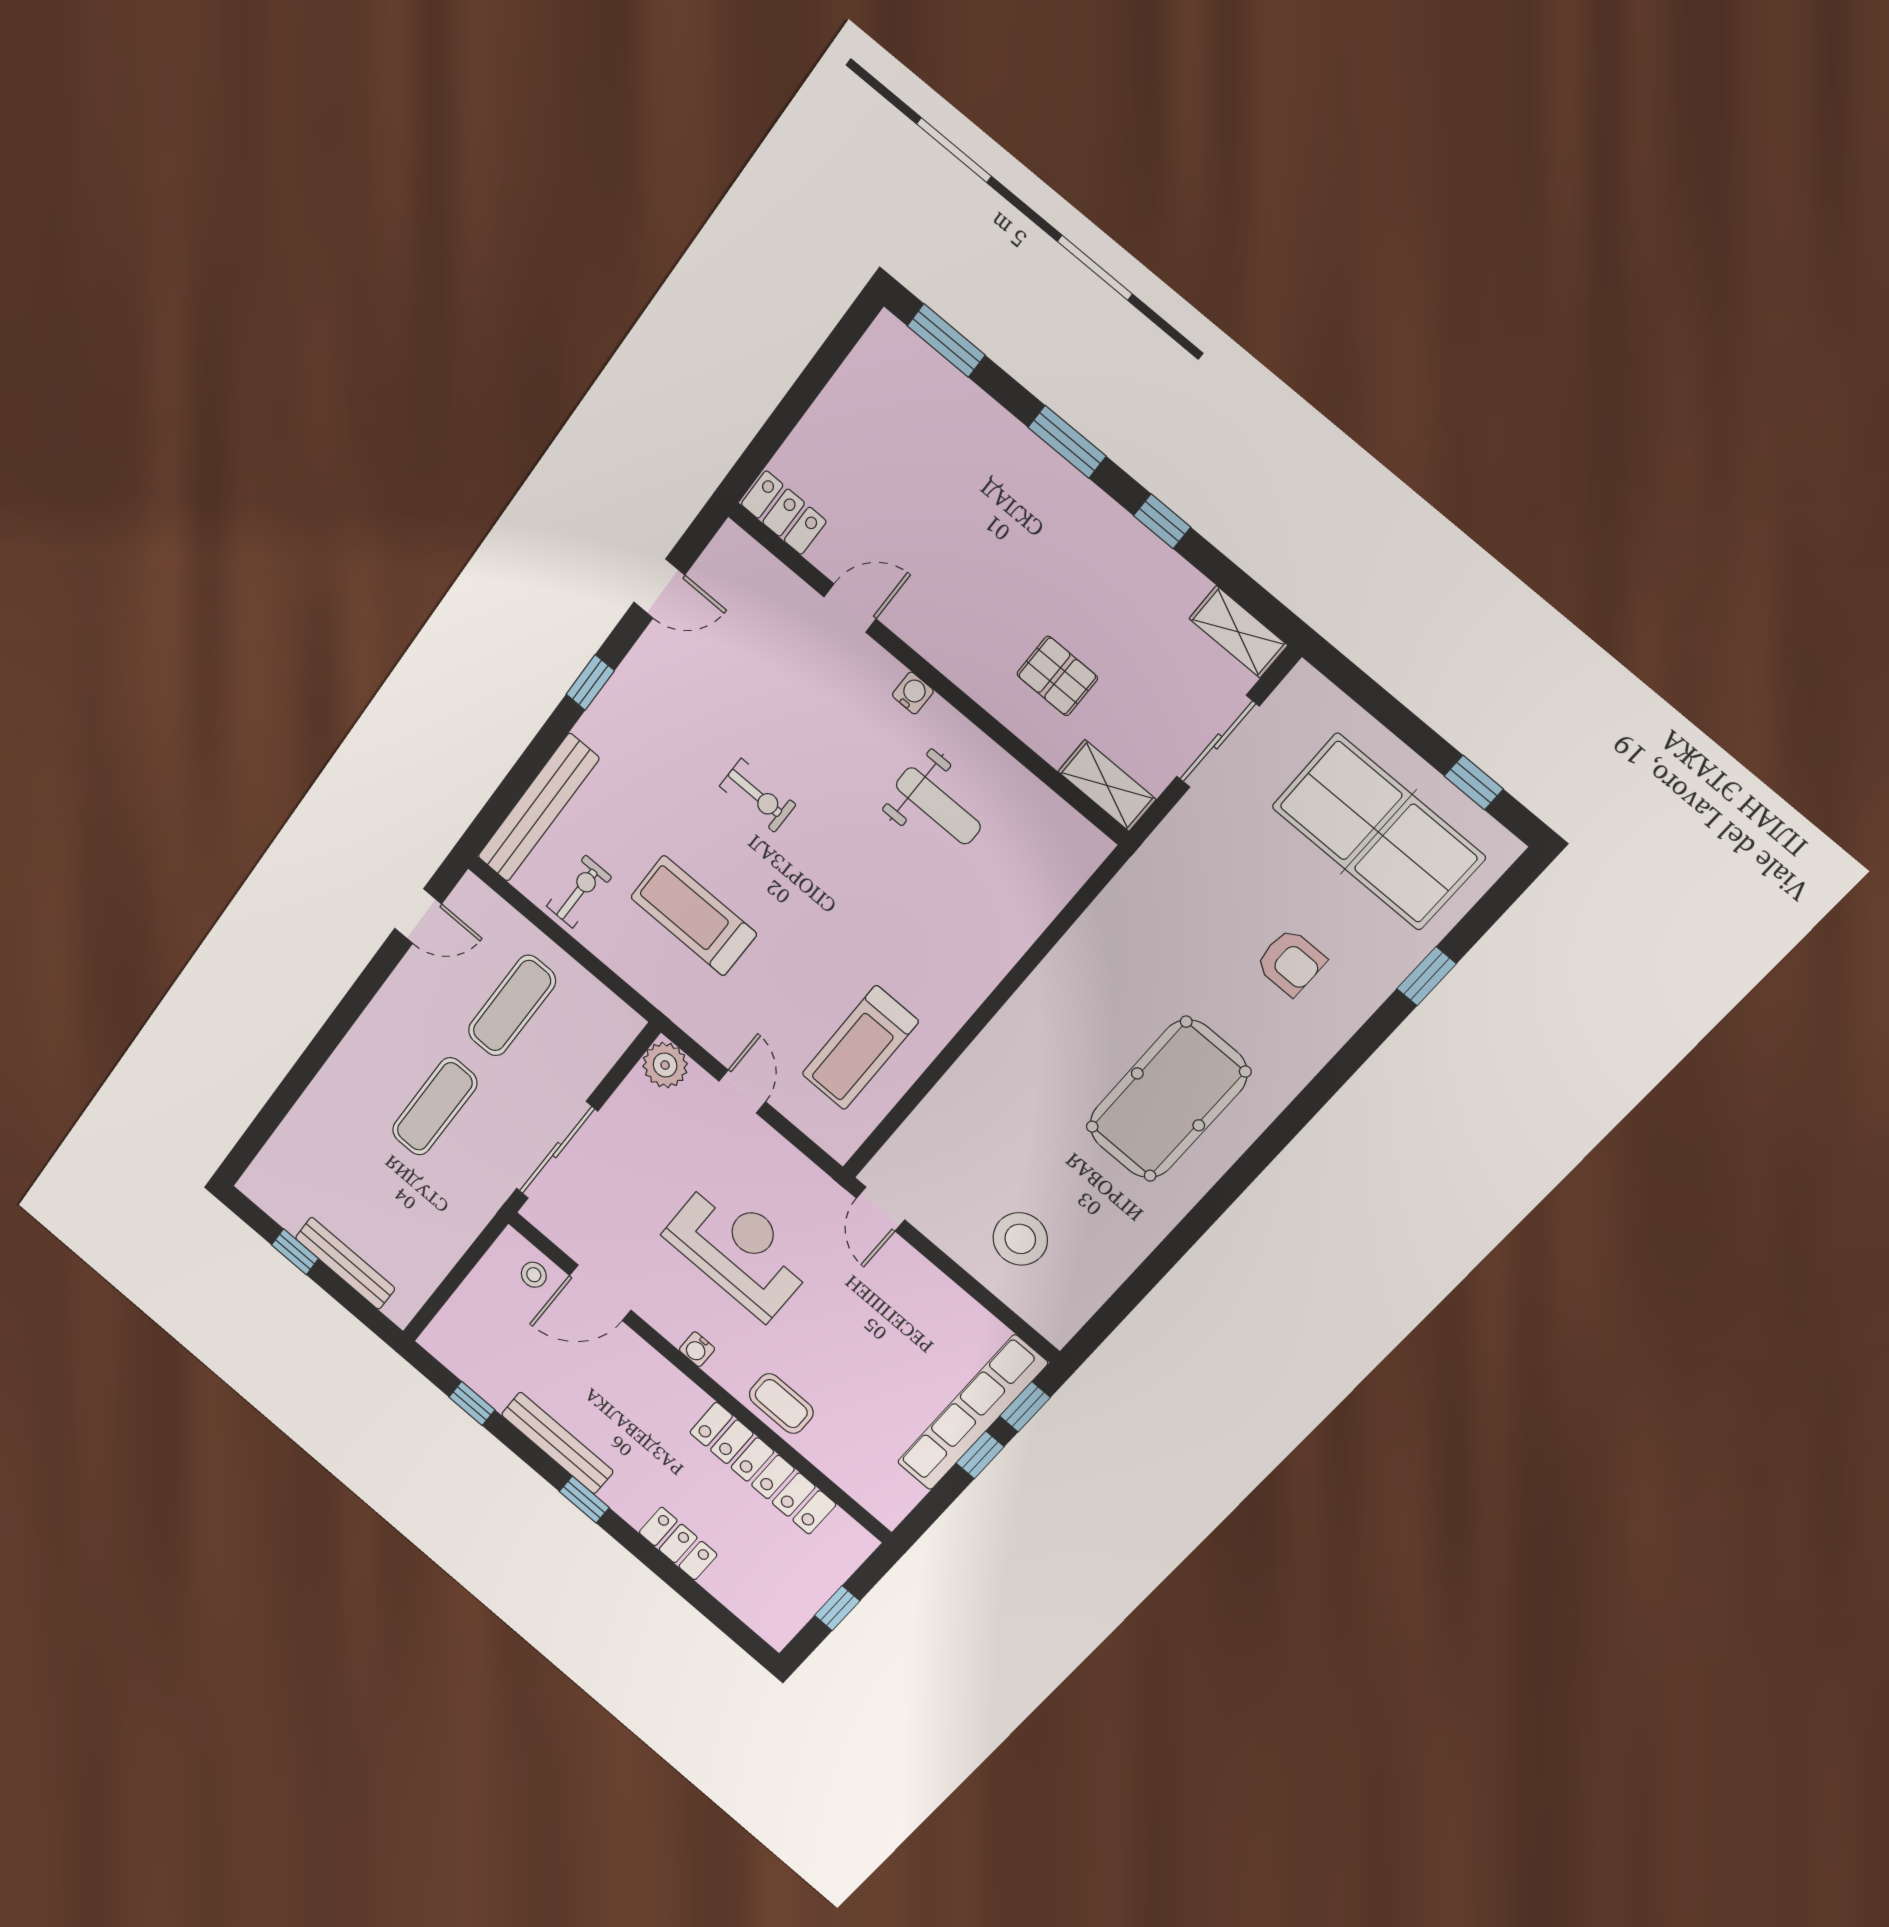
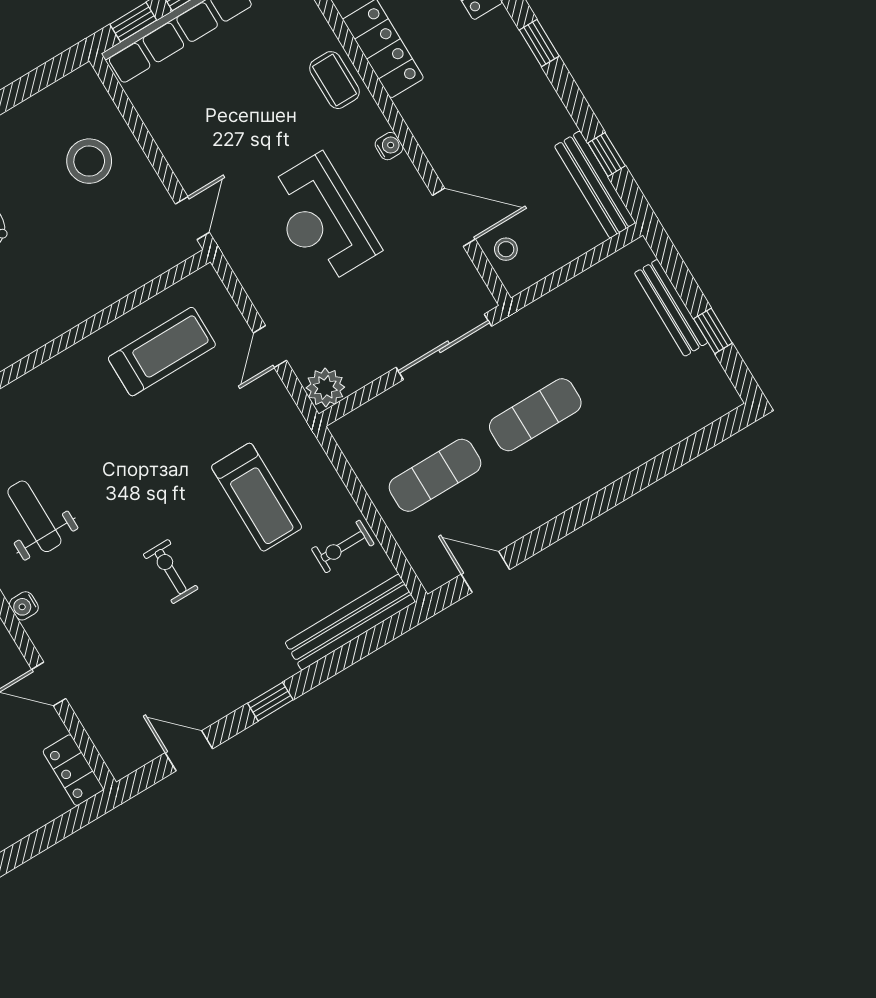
bench: (557, 1443) -> (595, 184), moved

